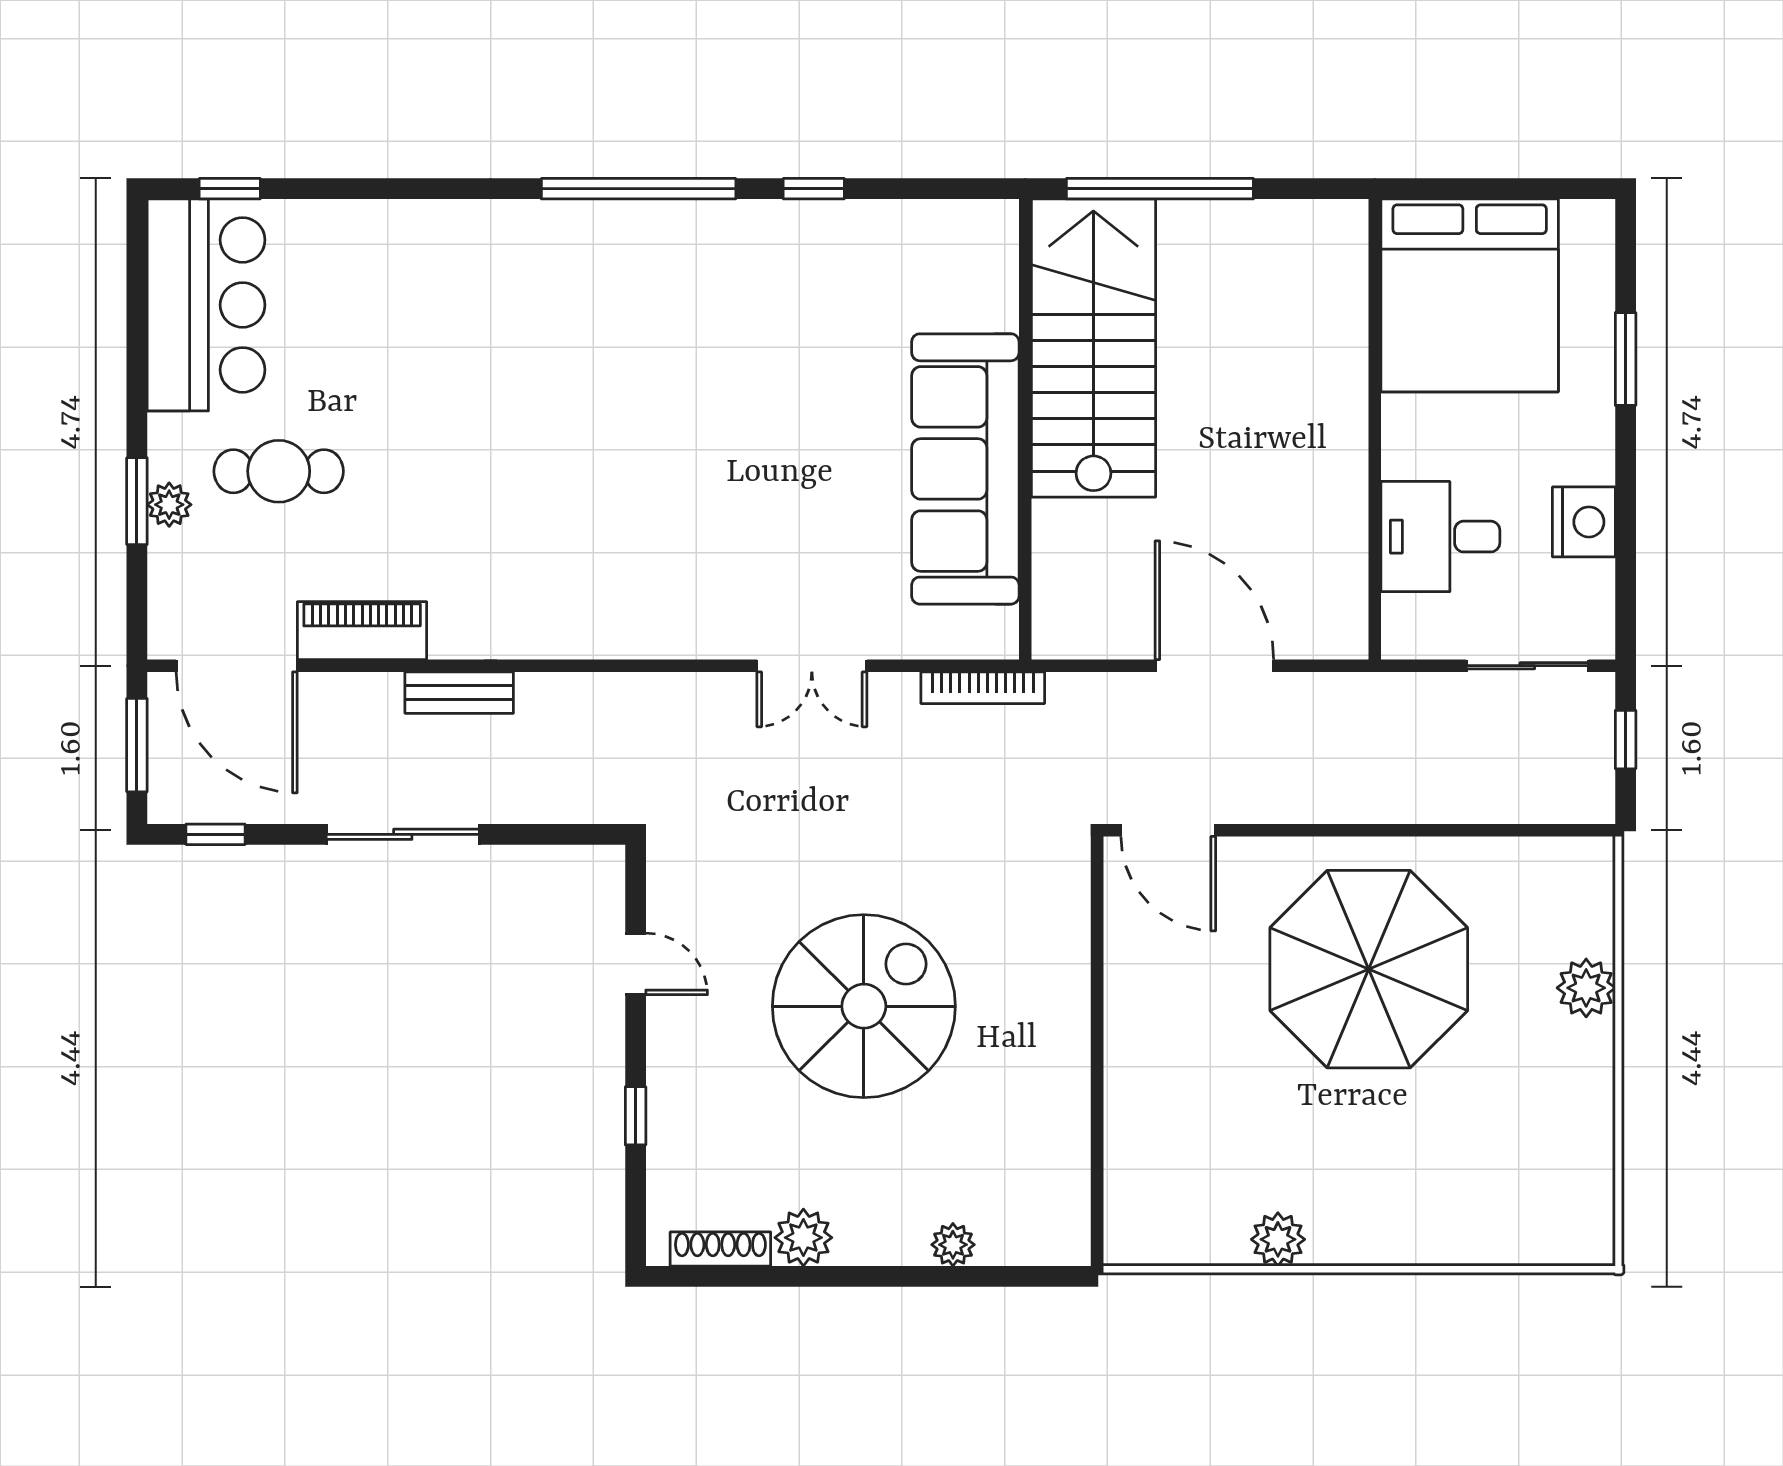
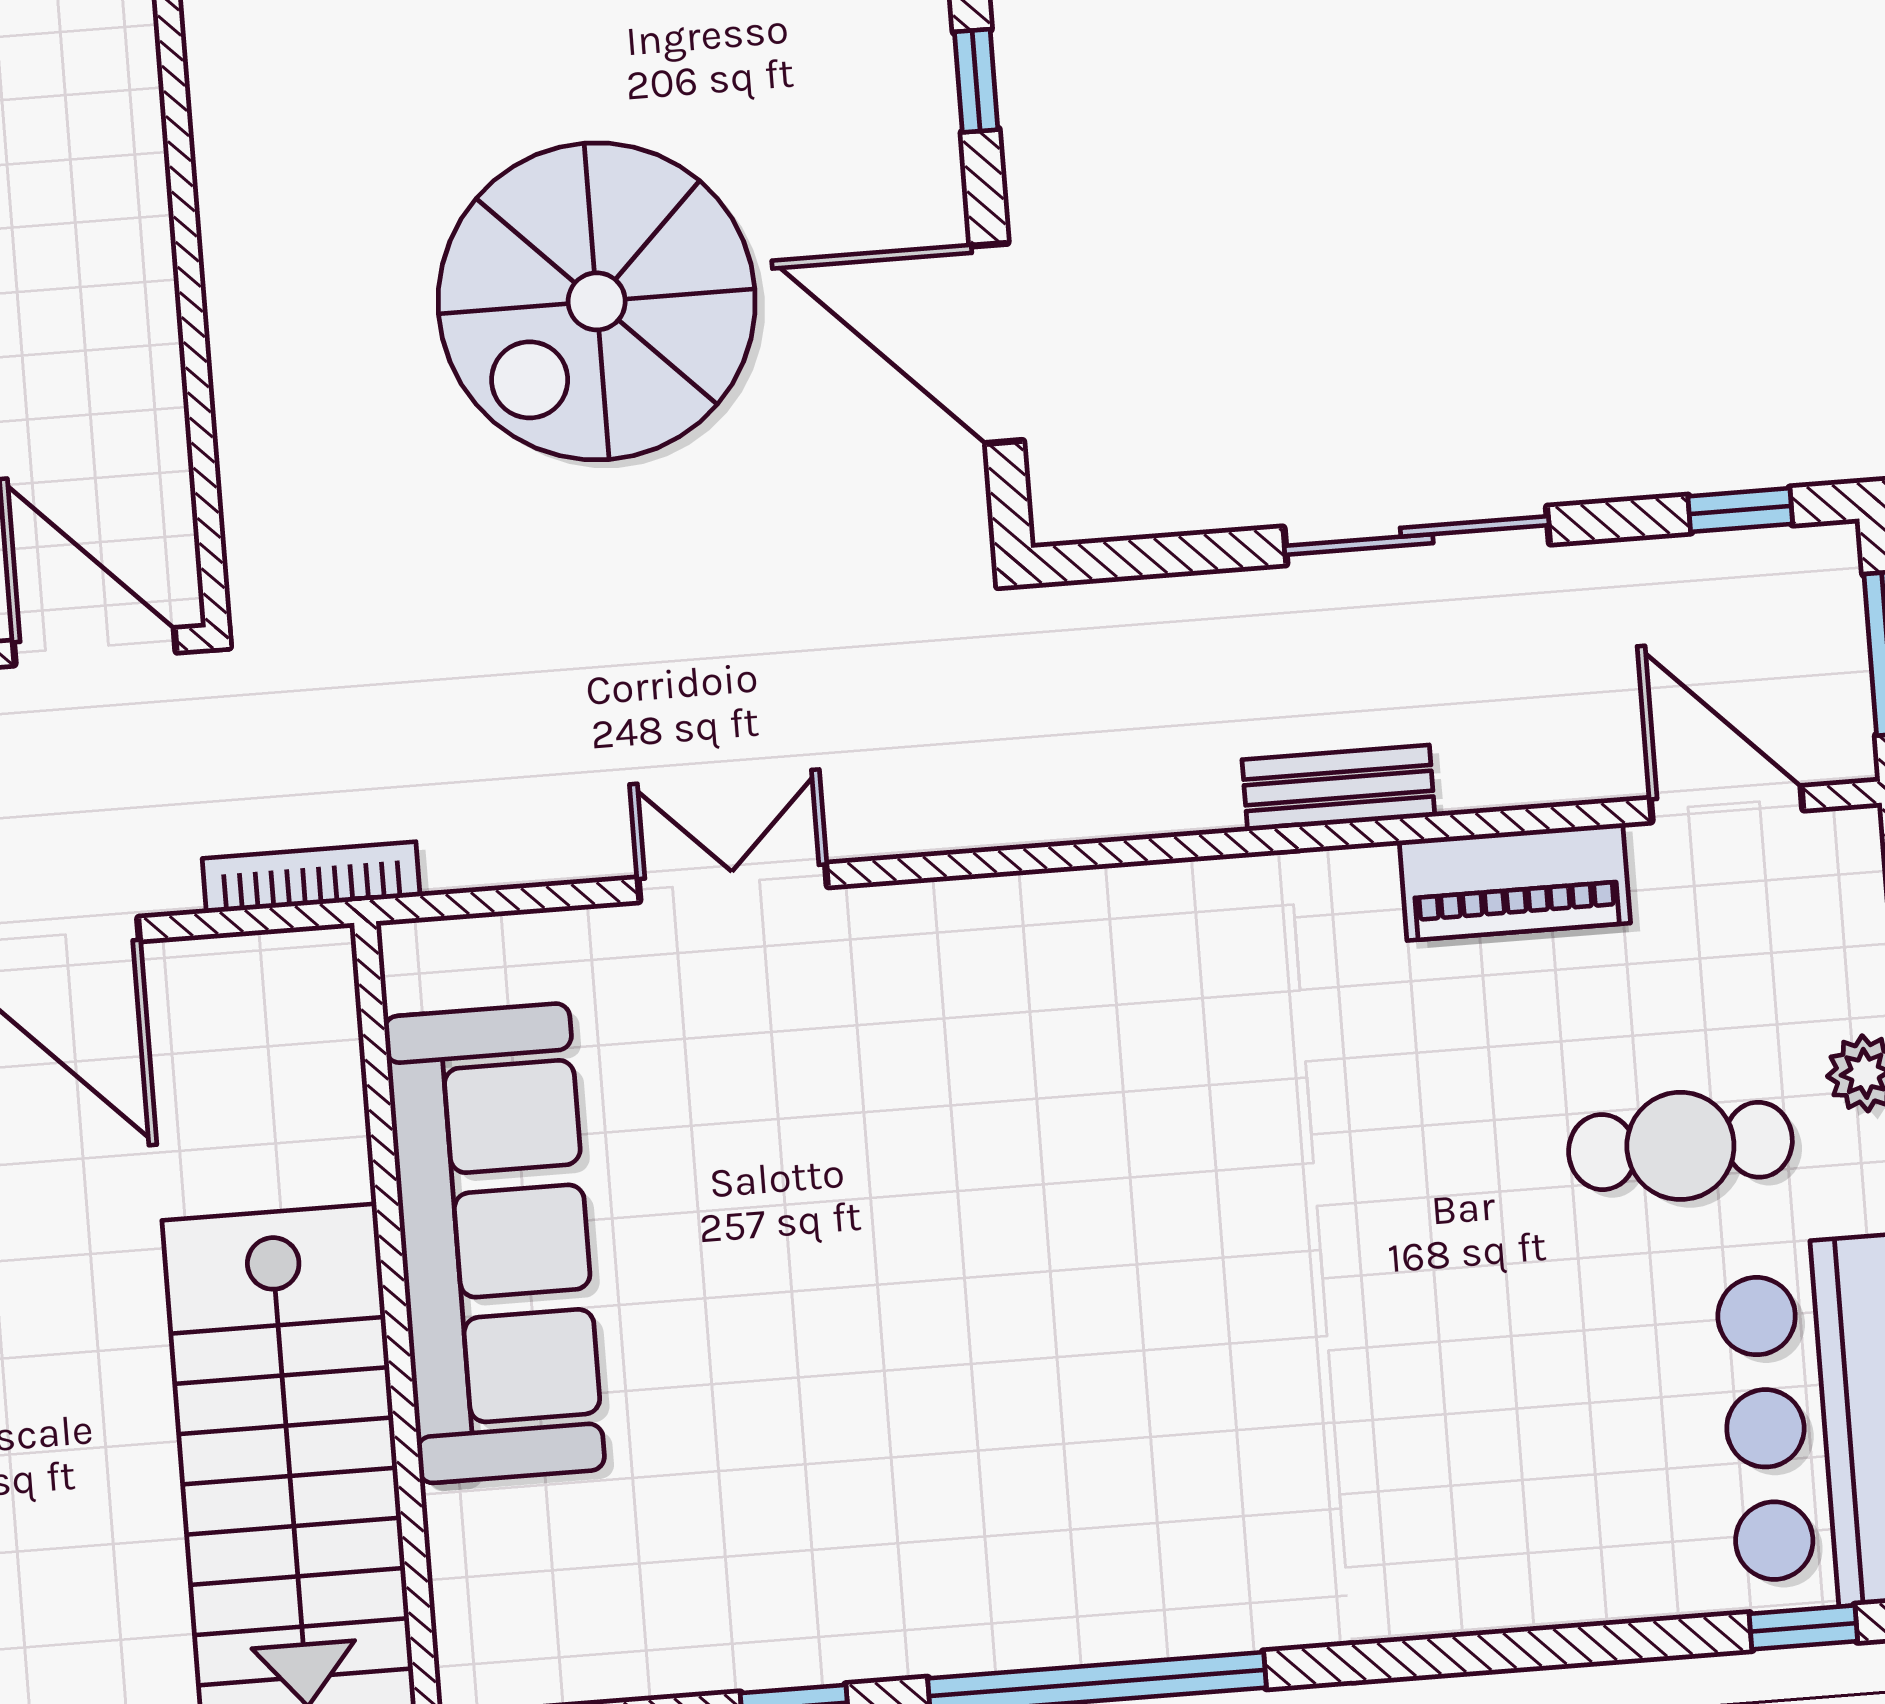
door: (237, 666) -> (1727, 804), width x0.73
bookcase: (983, 688) -> (311, 877), moved
door: (636, 964) -> (997, 343), width x1.87

